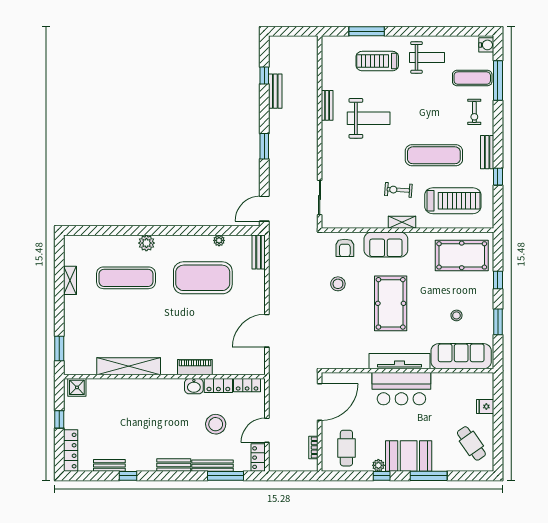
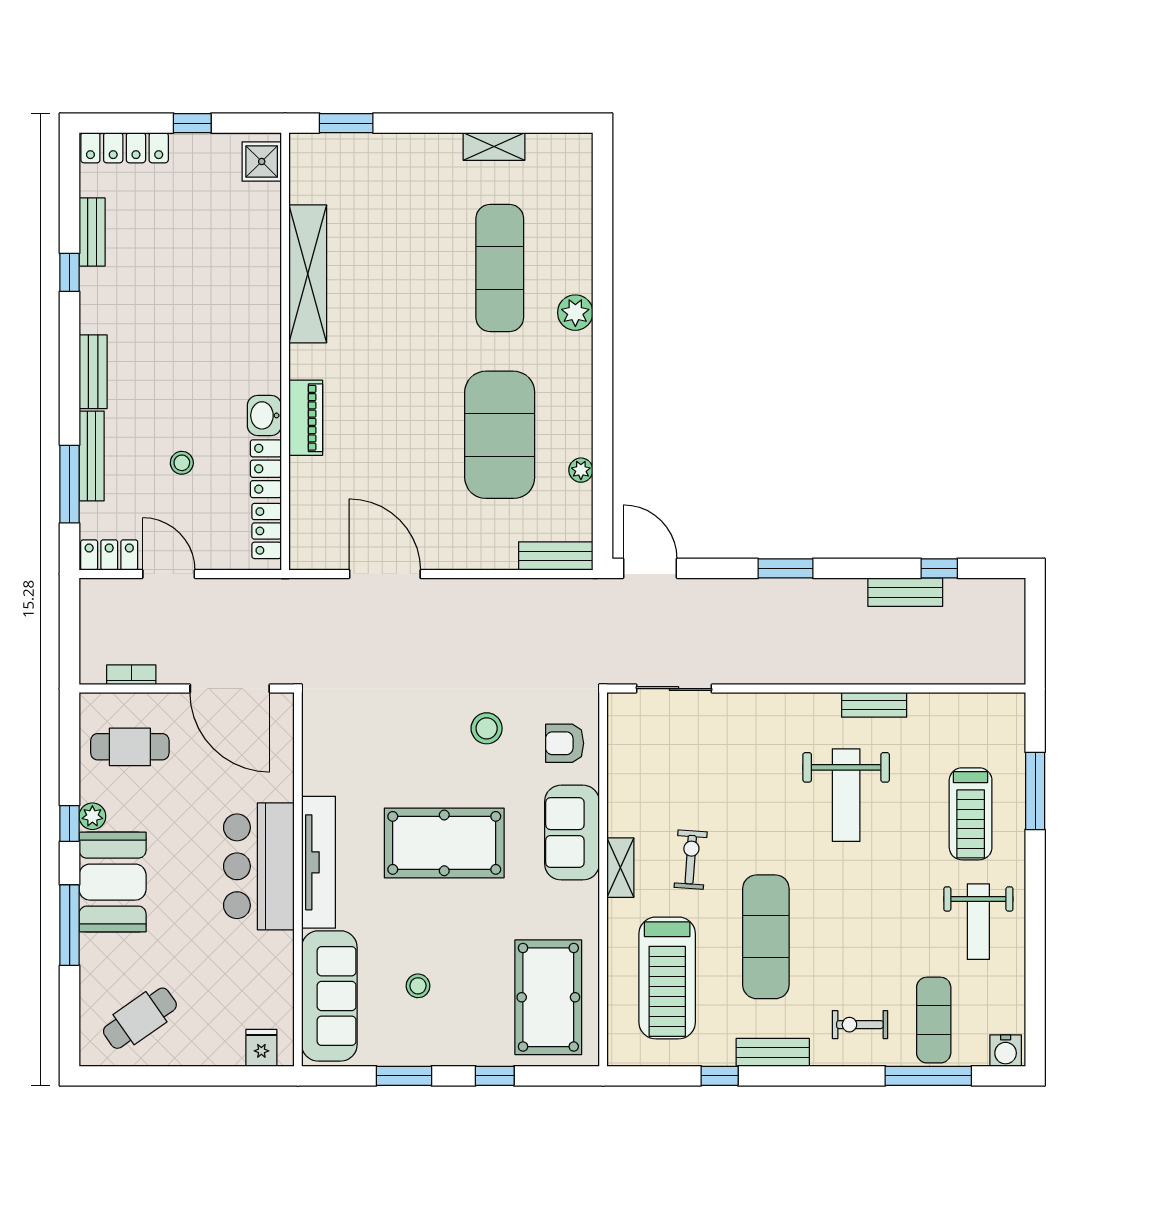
treadmill: (377, 61) -> (971, 814), turned 180
fridge: (485, 406) -> (261, 1048), moved
stool: (216, 424) -> (182, 463), width x0.53, depth x0.53

